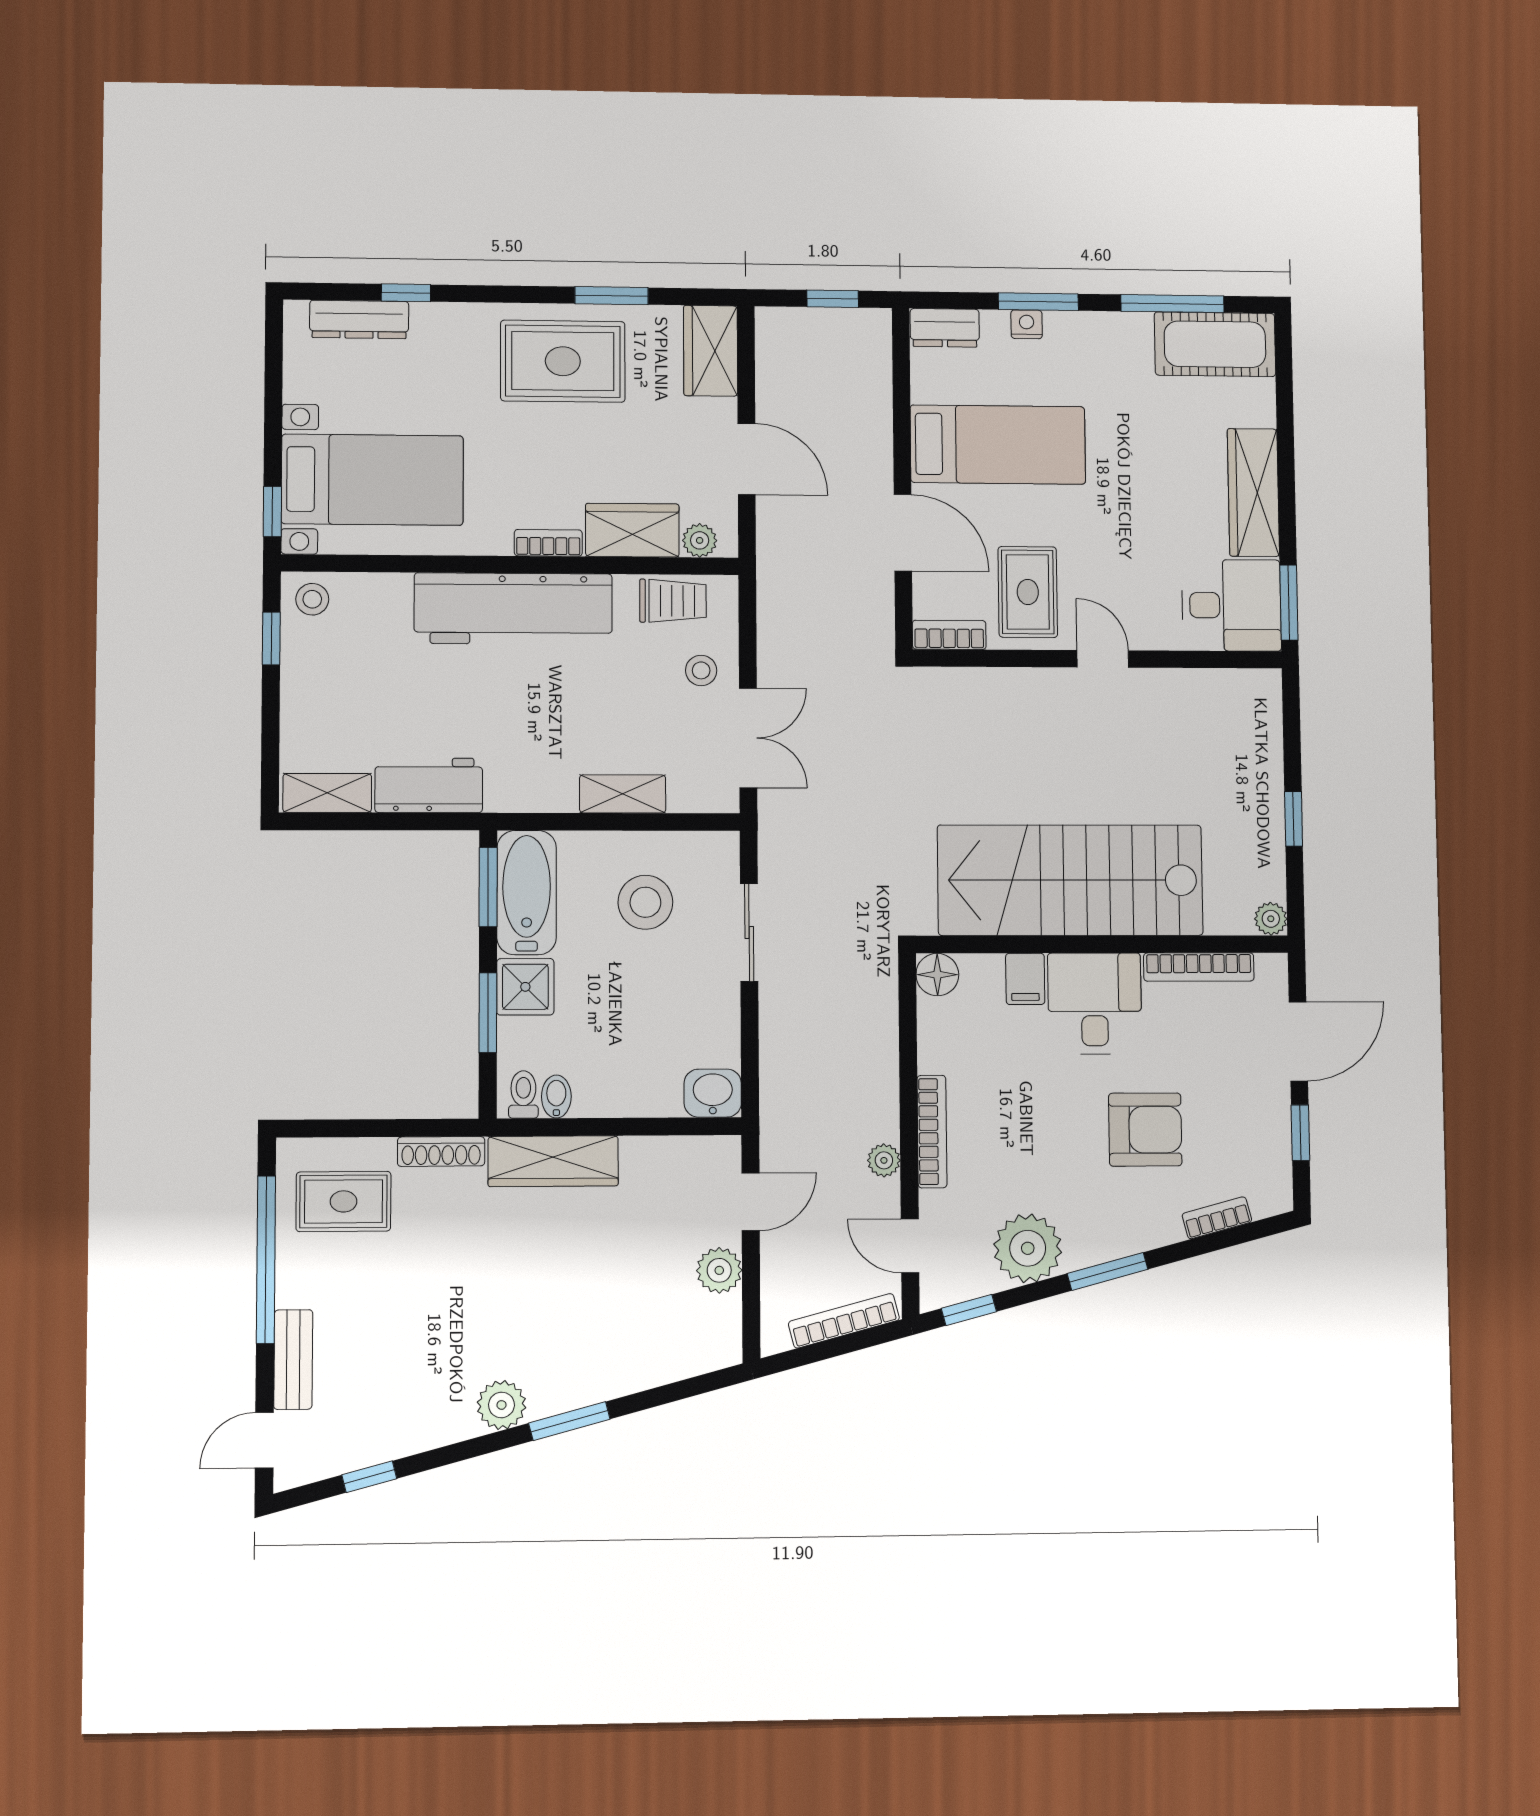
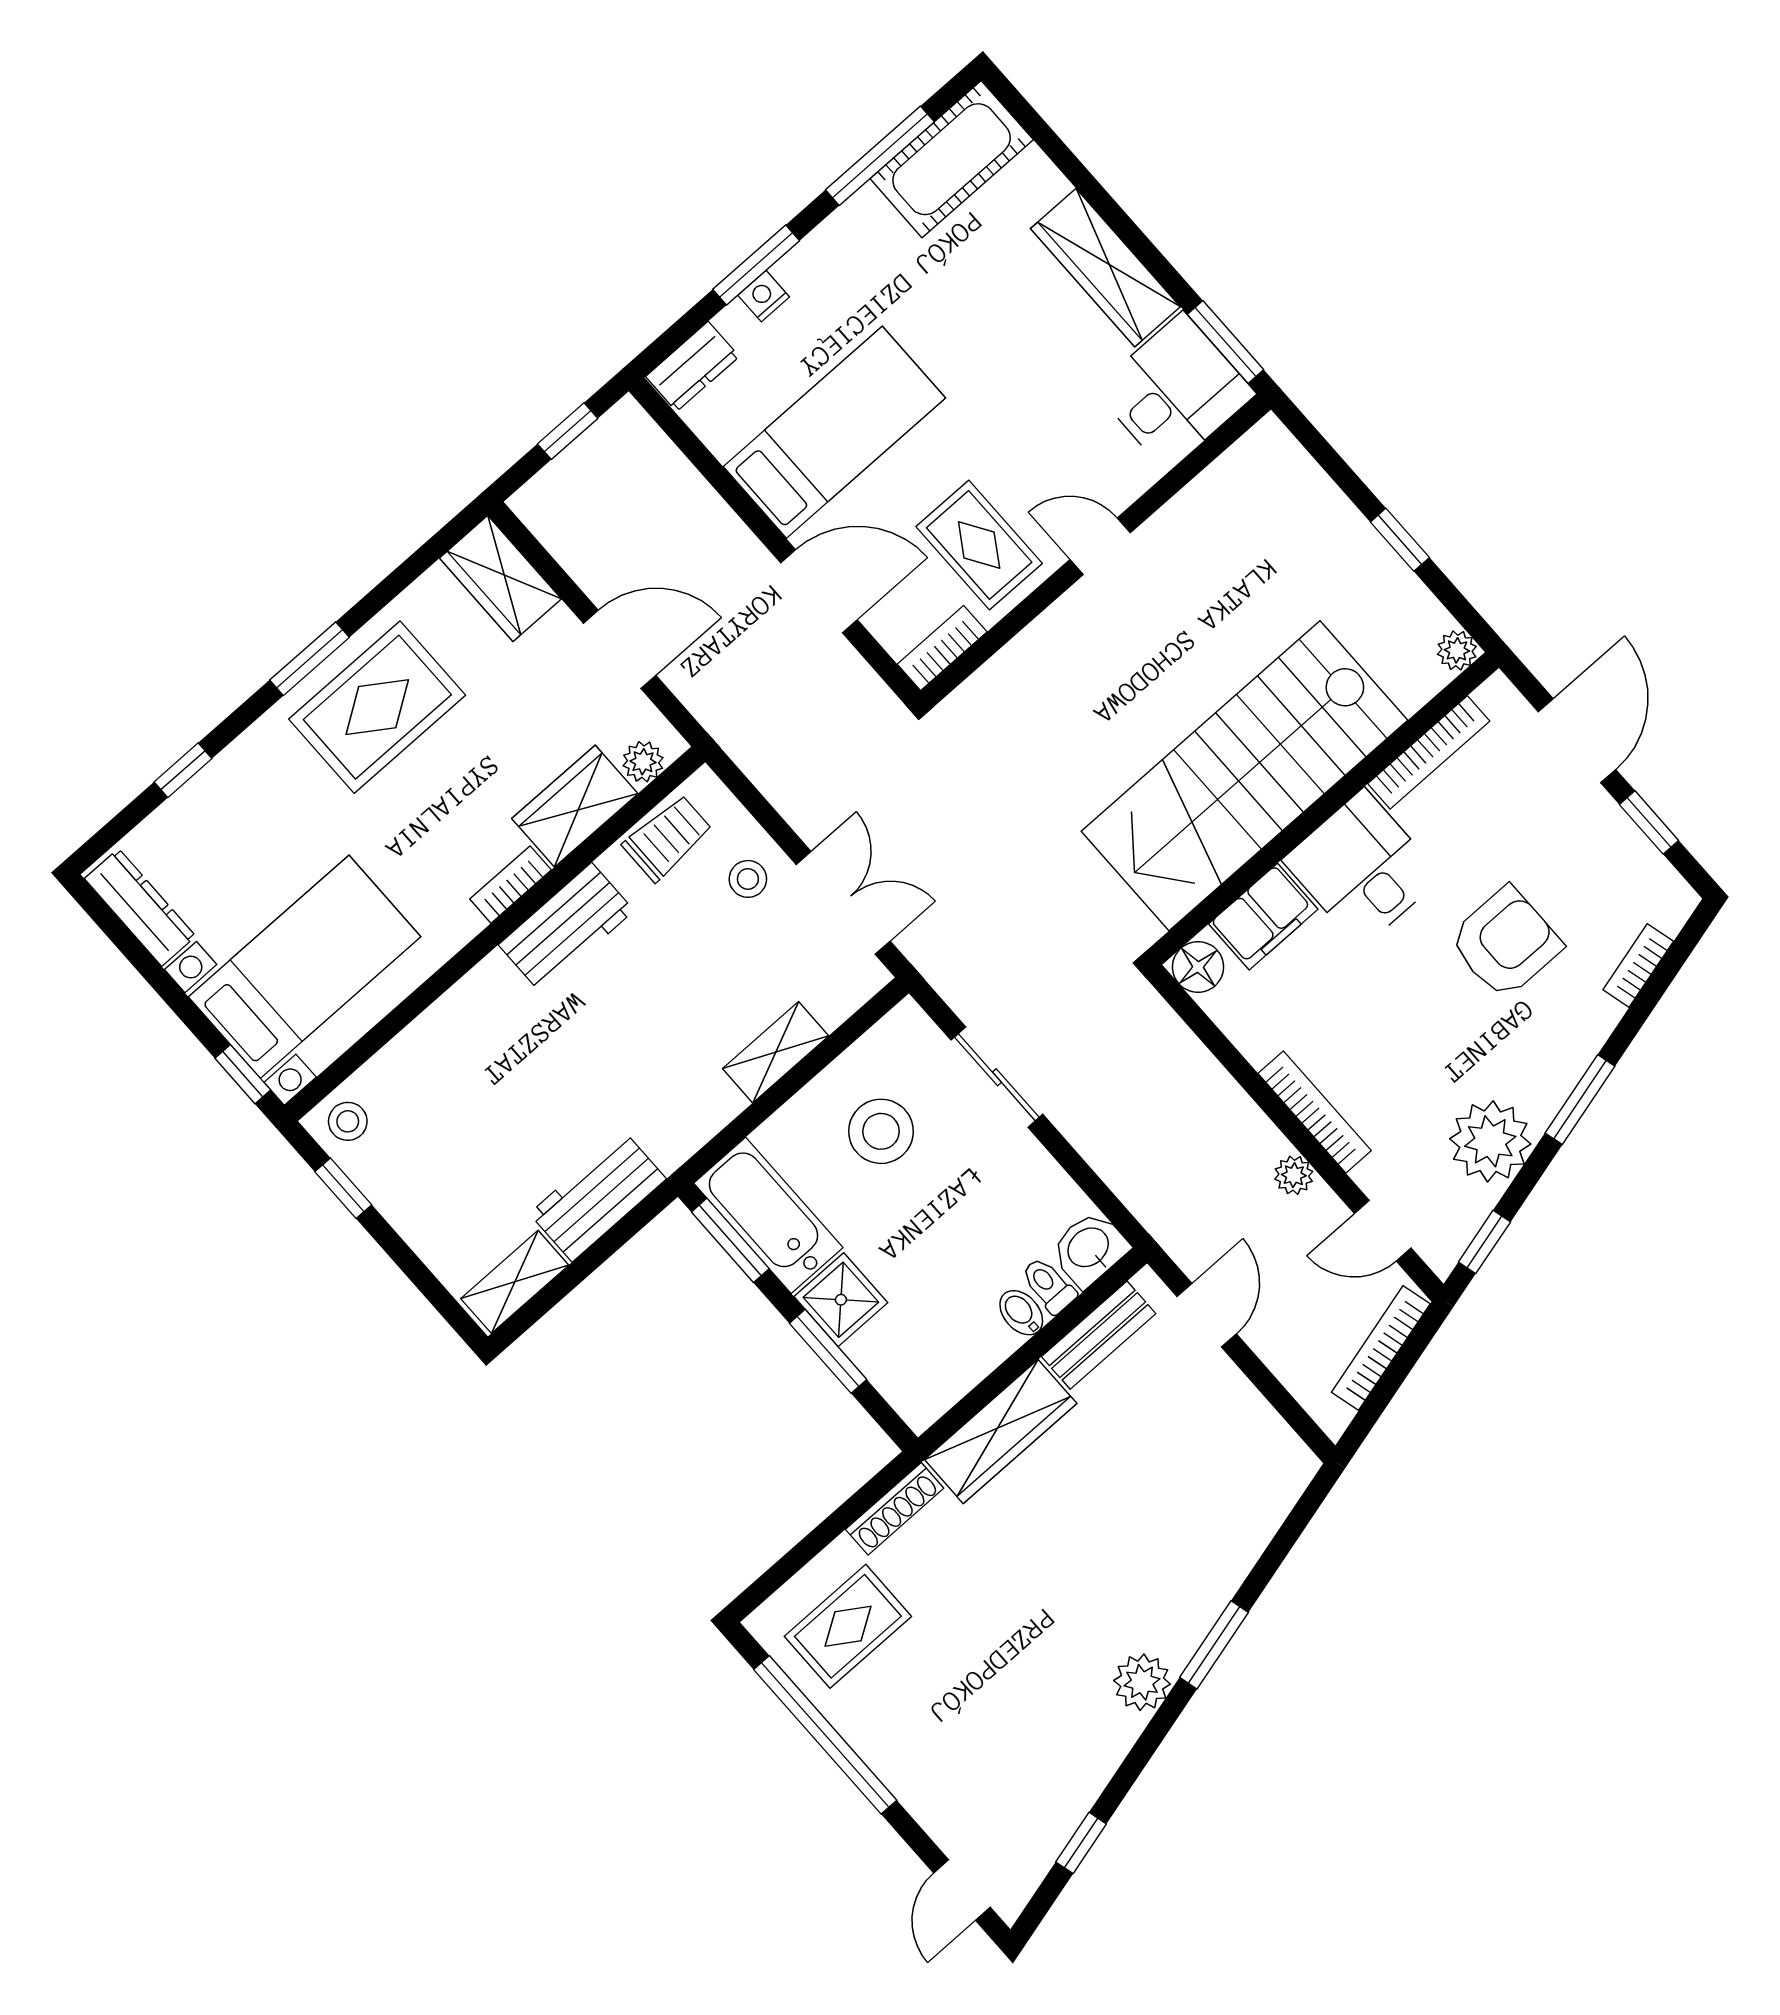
window: (612, 296) -> (310, 659), moved
dresser: (359, 319) -> (140, 907), moved, turned -90
workbench: (513, 609) -> (566, 928), width x0.53, depth x0.76
filing cabinet: (1025, 979) -> (1263, 917), width x2.00
toilet: (523, 1095) -> (1048, 1285), moved
bidet: (556, 1097) -> (1021, 1313), moved
plant: (719, 1270) -> (1231, 1400), removed
bench: (293, 1360) -> (1099, 1335), moved, turned 90

